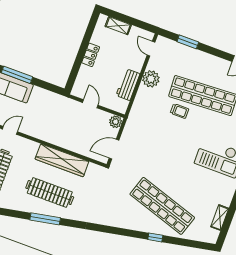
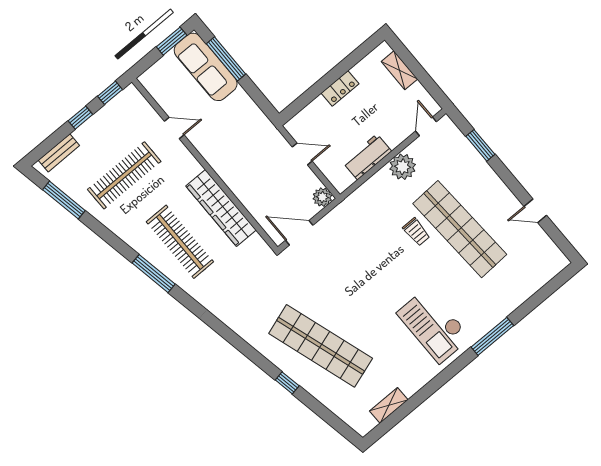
door: (90, 104) -> (302, 154), hinge flipped
shop shelf: (162, 206) -> (321, 346), turned -36

